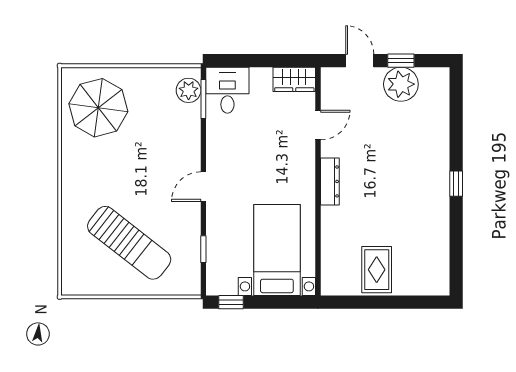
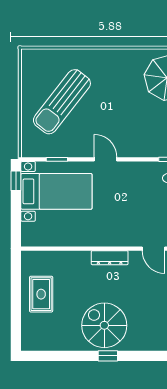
spiral stairs: (417, 188) -> (104, 325), added
bed with nightstands: (277, 250) -> (56, 191), moved
rug: (377, 270) -> (41, 294), turned 90

